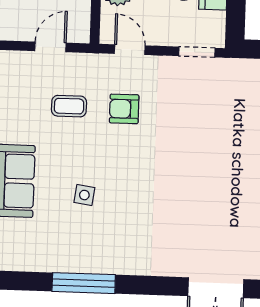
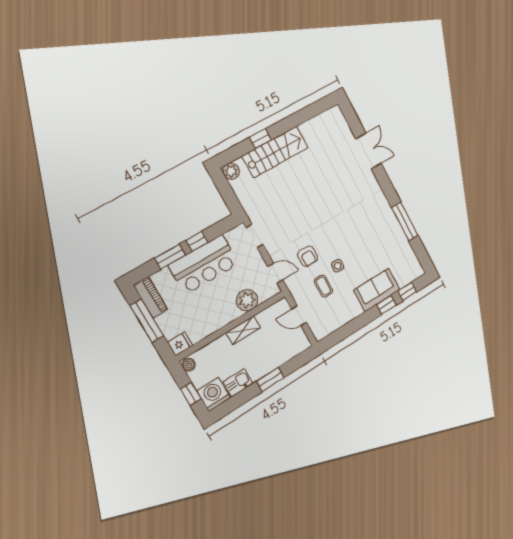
door: (130, 50) -> (275, 273), swing flipped
side table: (84, 195) -> (338, 266), moved

